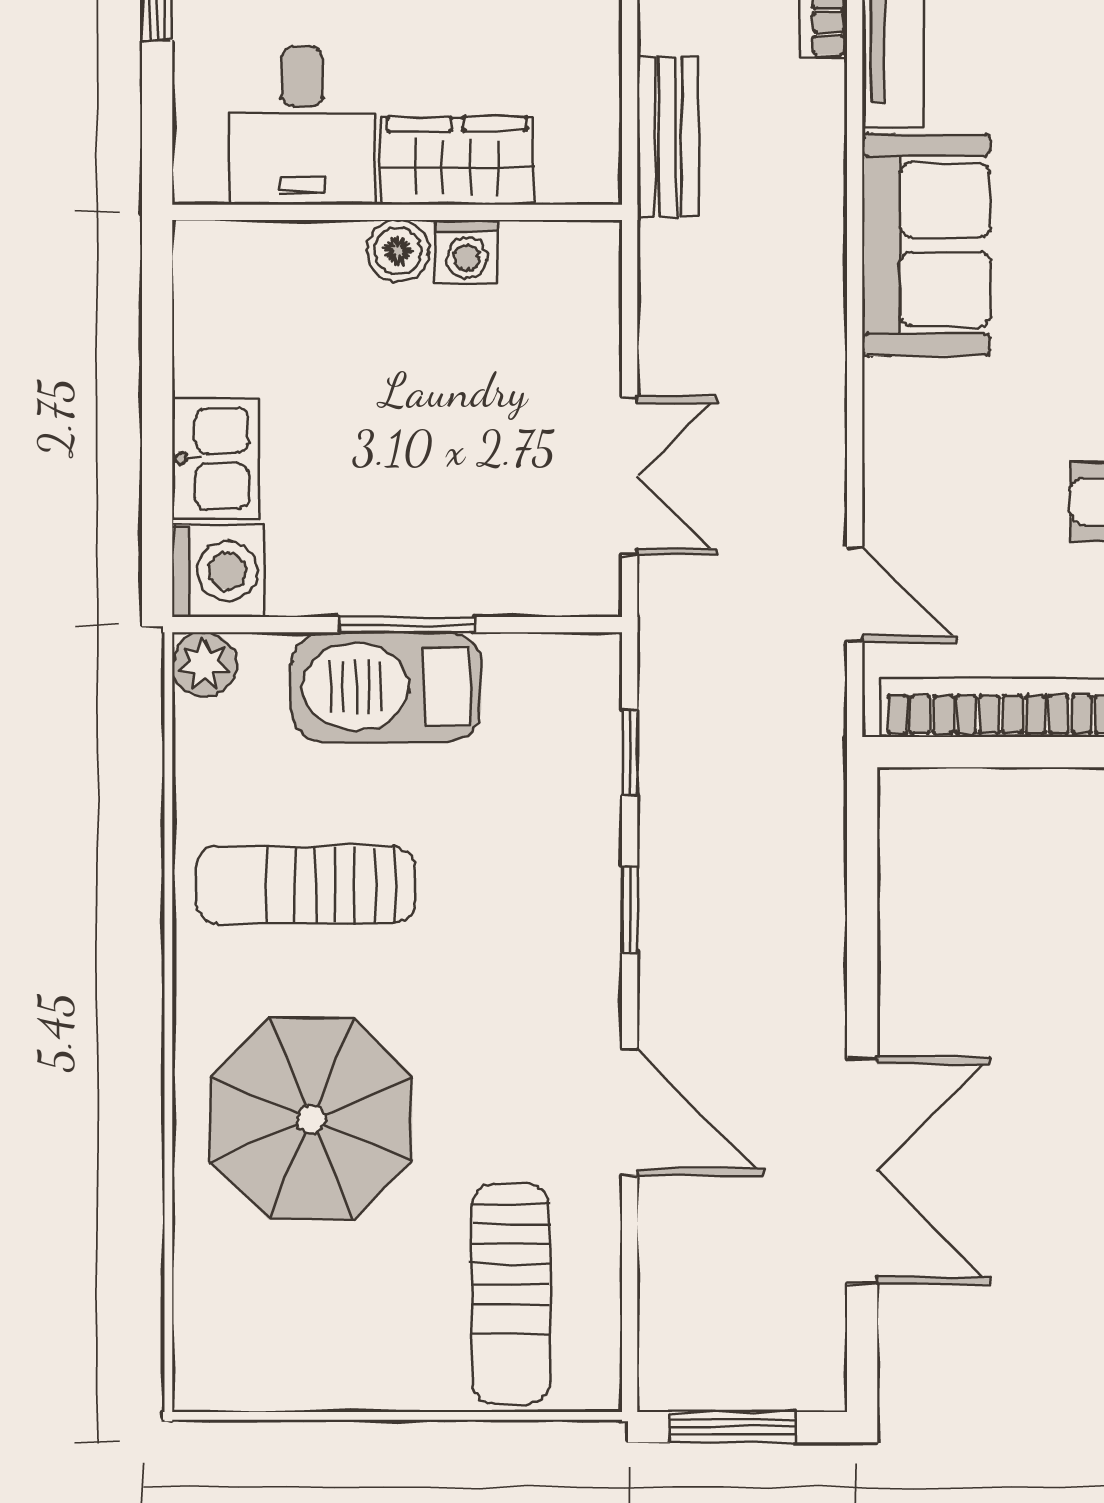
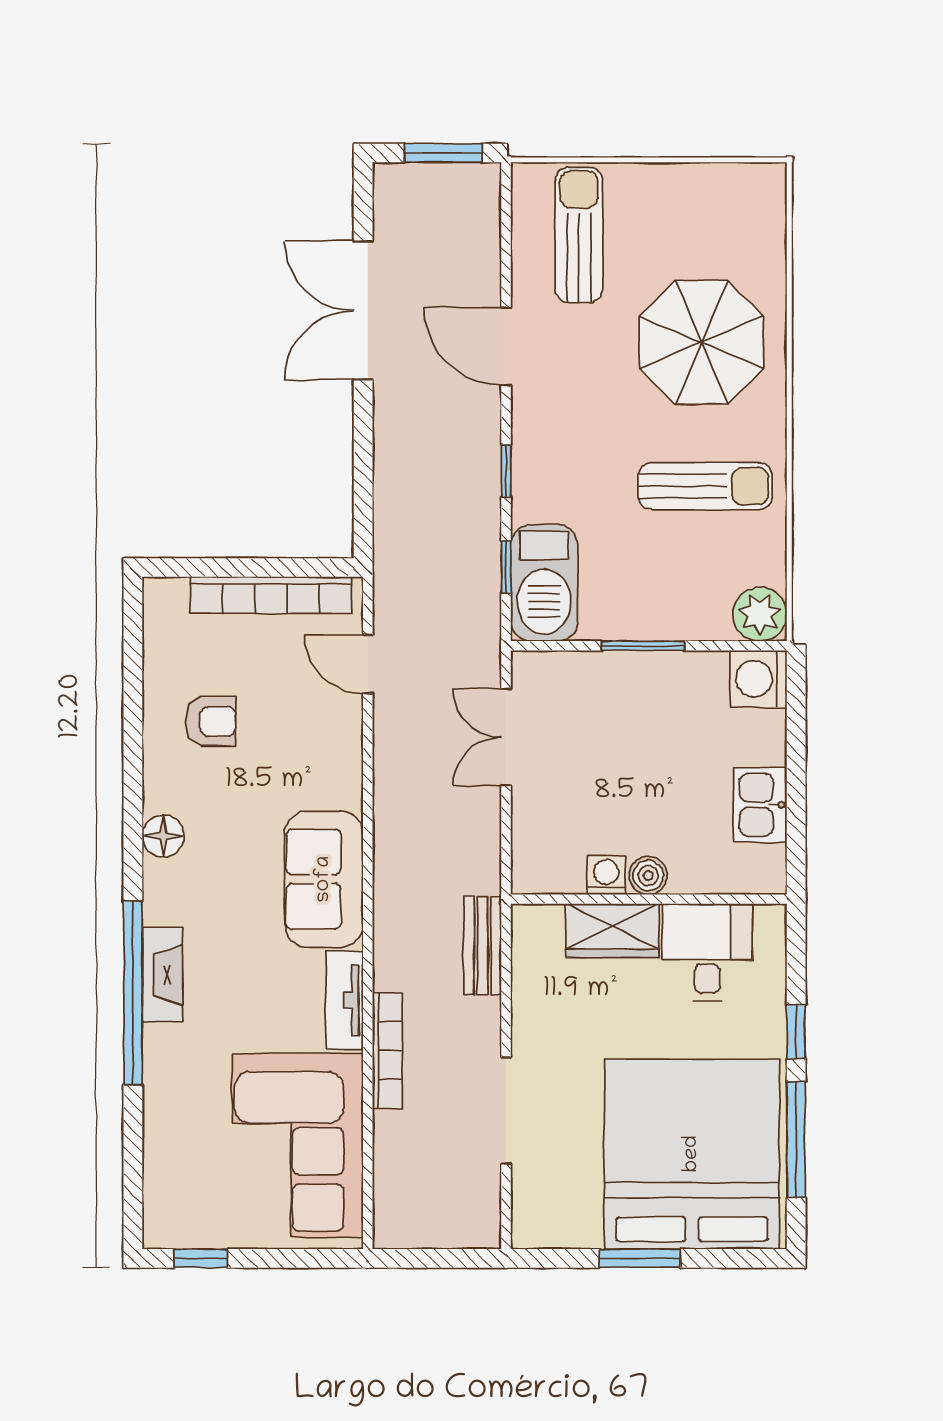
kitchen sink: (216, 459) -> (760, 805), moved
plant: (204, 664) -> (760, 614), width x1.38, depth x1.38
barbecue: (386, 687) -> (544, 583), moved, turned 90

